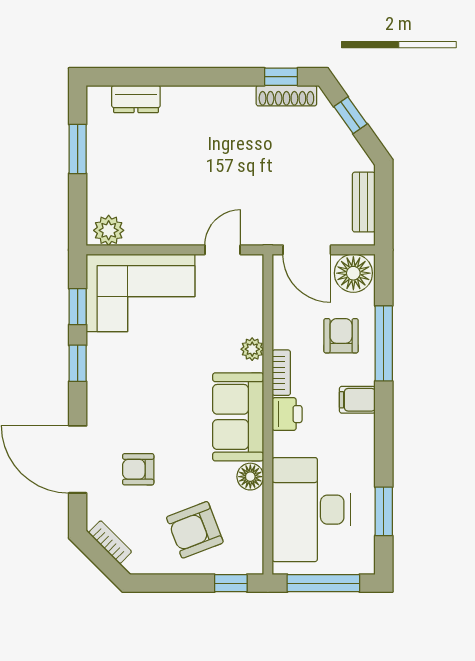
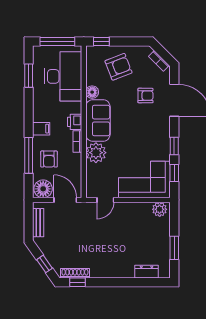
plant: (252, 349) -> (96, 153), width x1.87, depth x1.87

